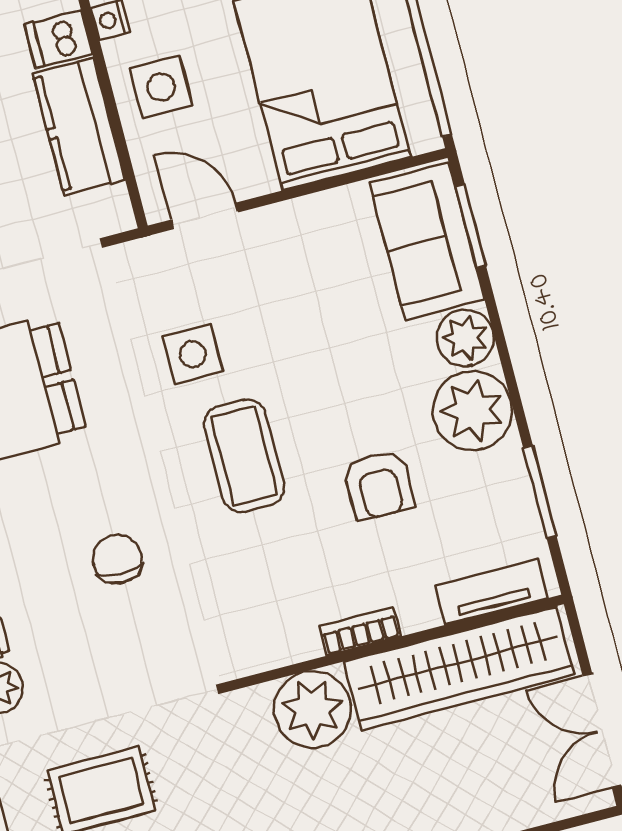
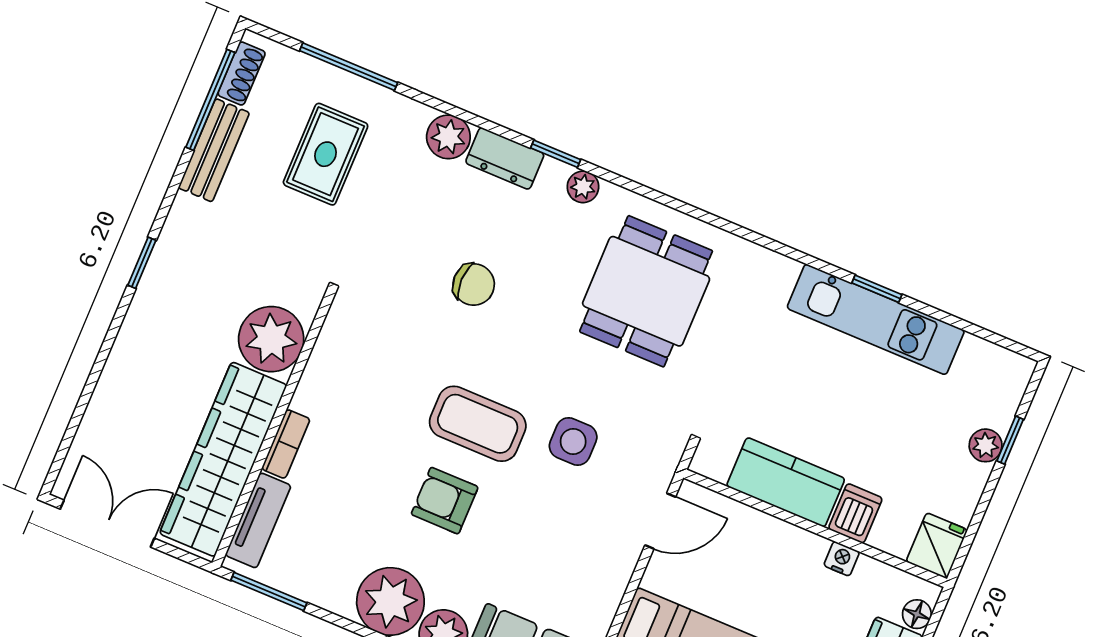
side table: (161, 87) -> (770, 558), removed
armchair: (379, 485) -> (445, 501), moved
window: (540, 492) -> (269, 592), moved
bookcase: (360, 631) -> (286, 444), moved

